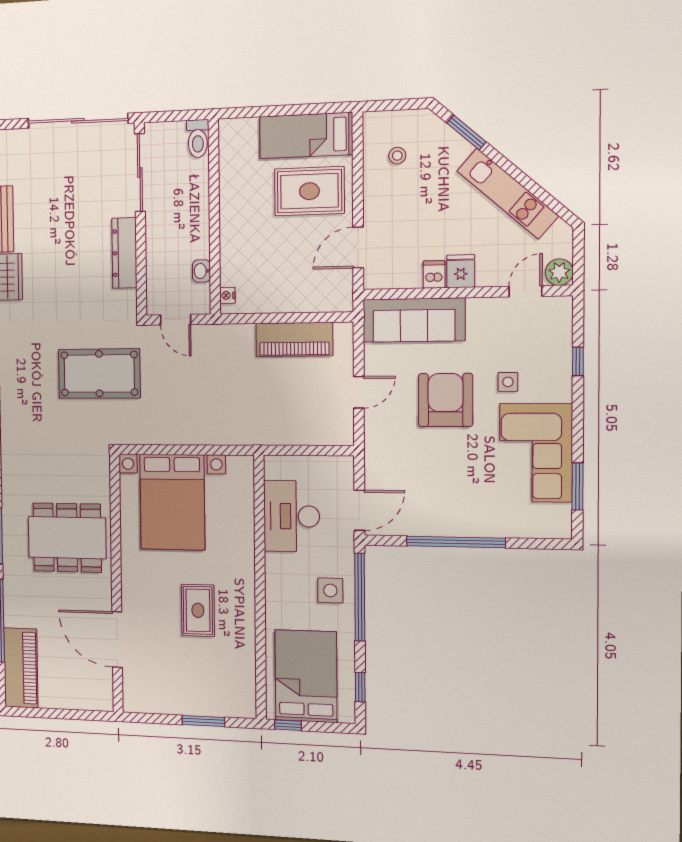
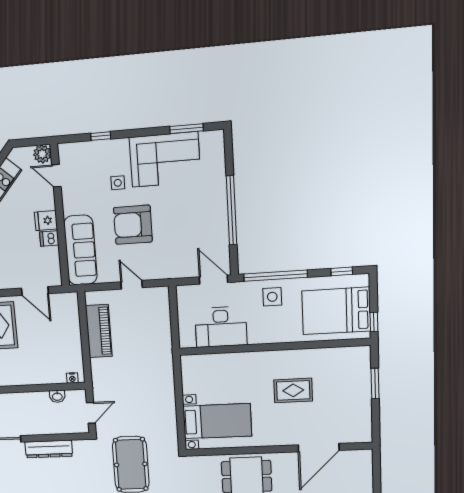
bed with nightstands: (172, 502) -> (217, 421), width x0.73

